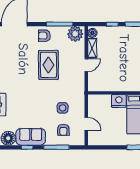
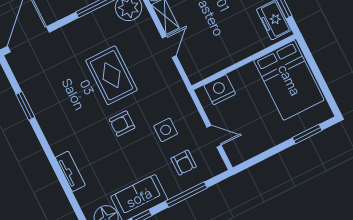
armchair: (44, 36) -> (122, 124), moved
nightstand: (119, 101) -> (220, 90), moved

